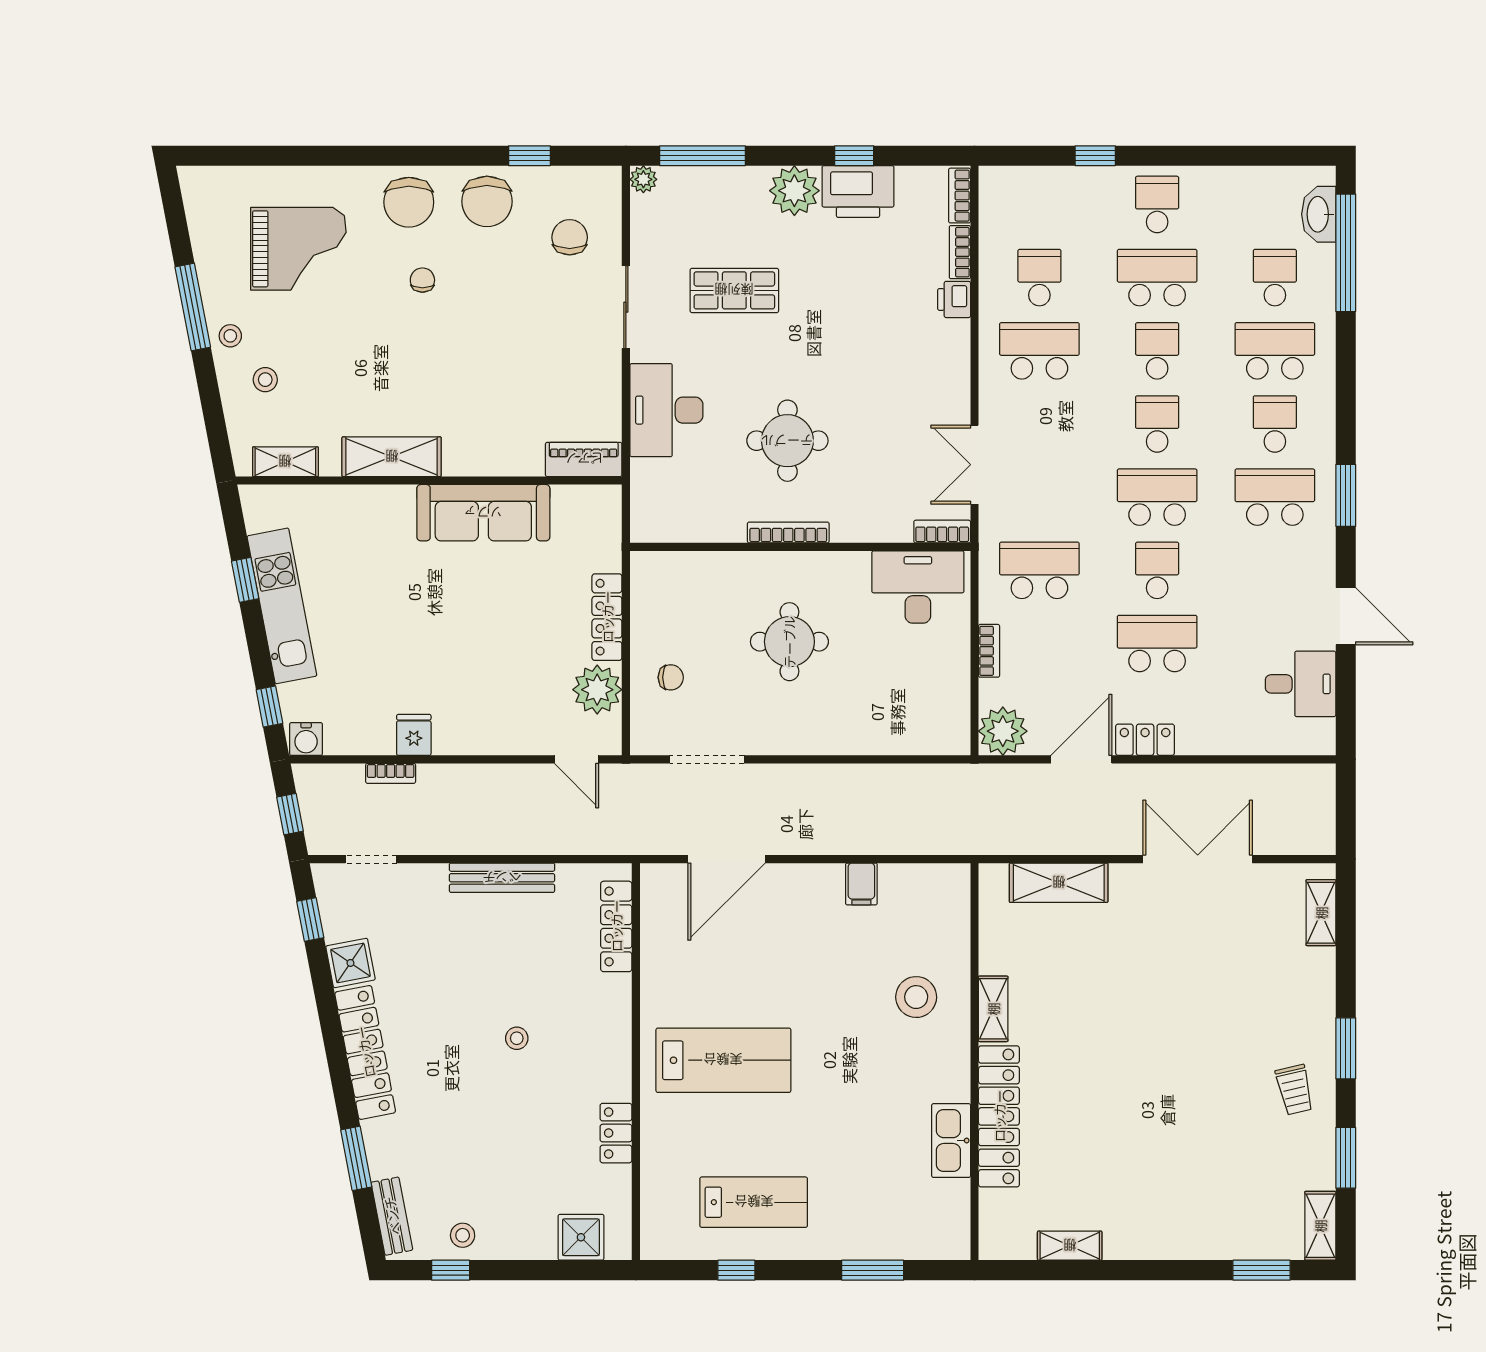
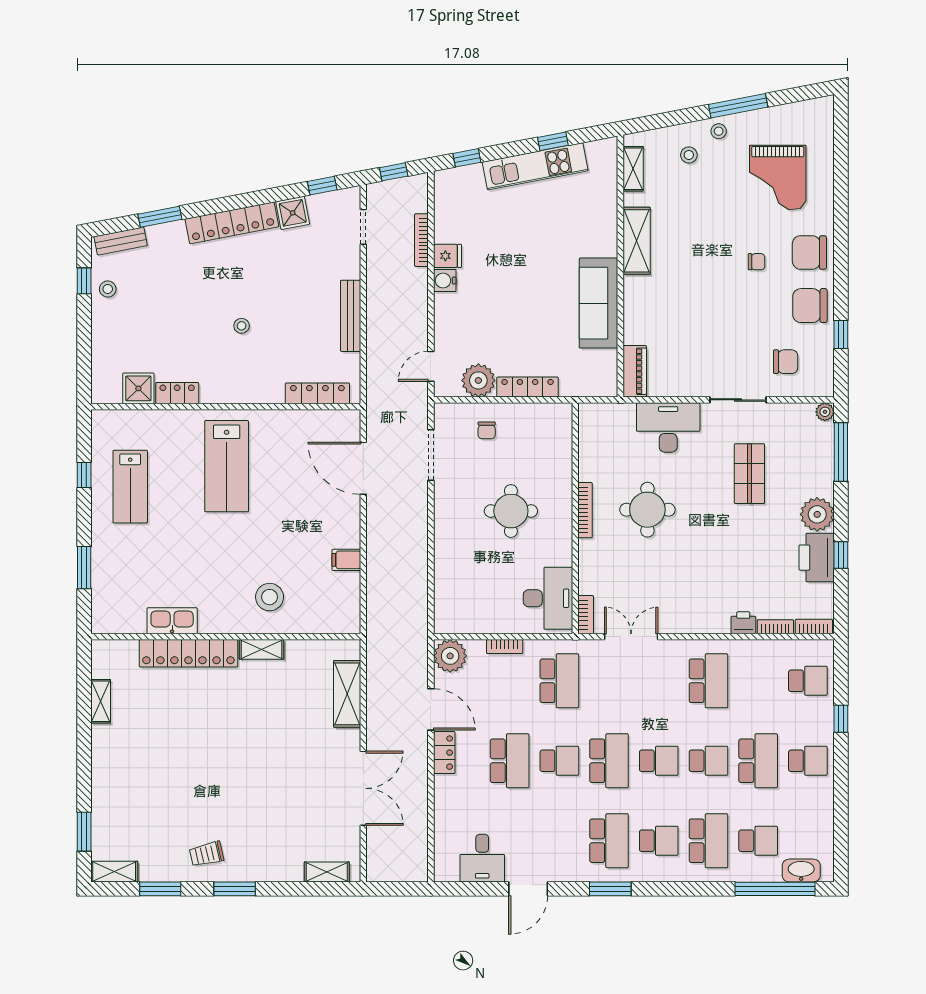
school desk: (1039, 278) -> (808, 681), moved
water cooler: (306, 739) -> (445, 281), moved
bookcase: (391, 773) -> (421, 240), width x1.56
shower: (581, 1237) -> (138, 388), moved

